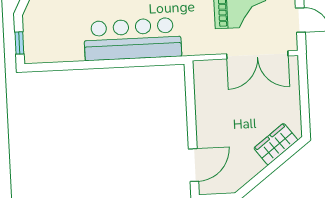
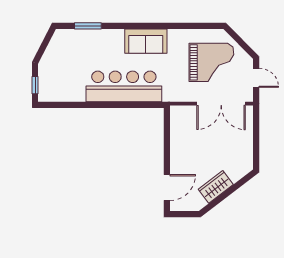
wardrobe: (276, 144) -> (216, 187), moved

